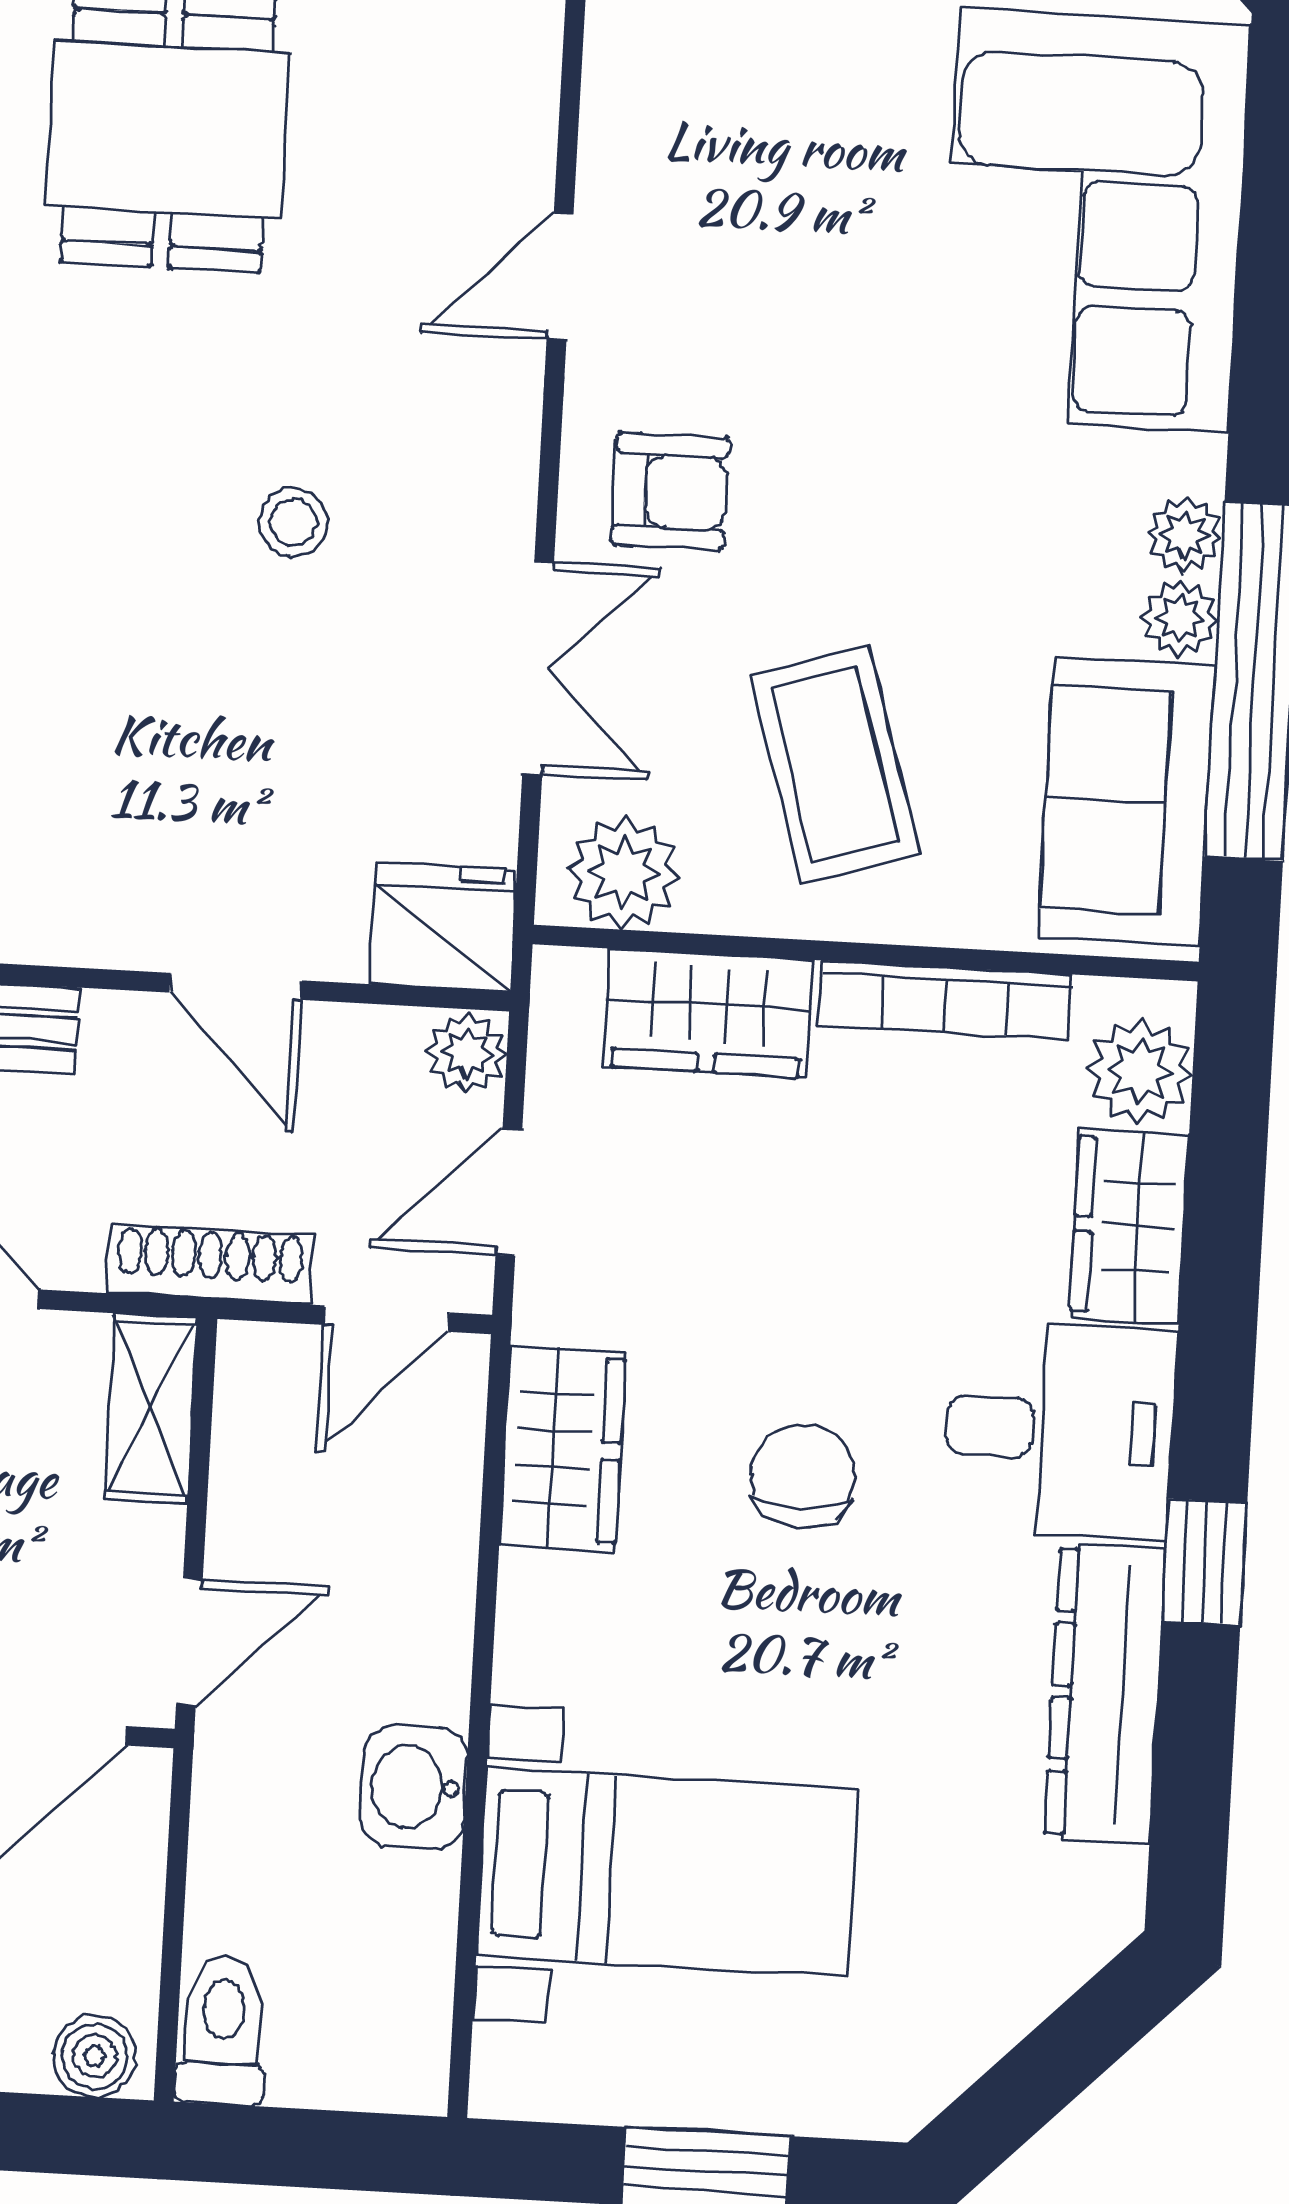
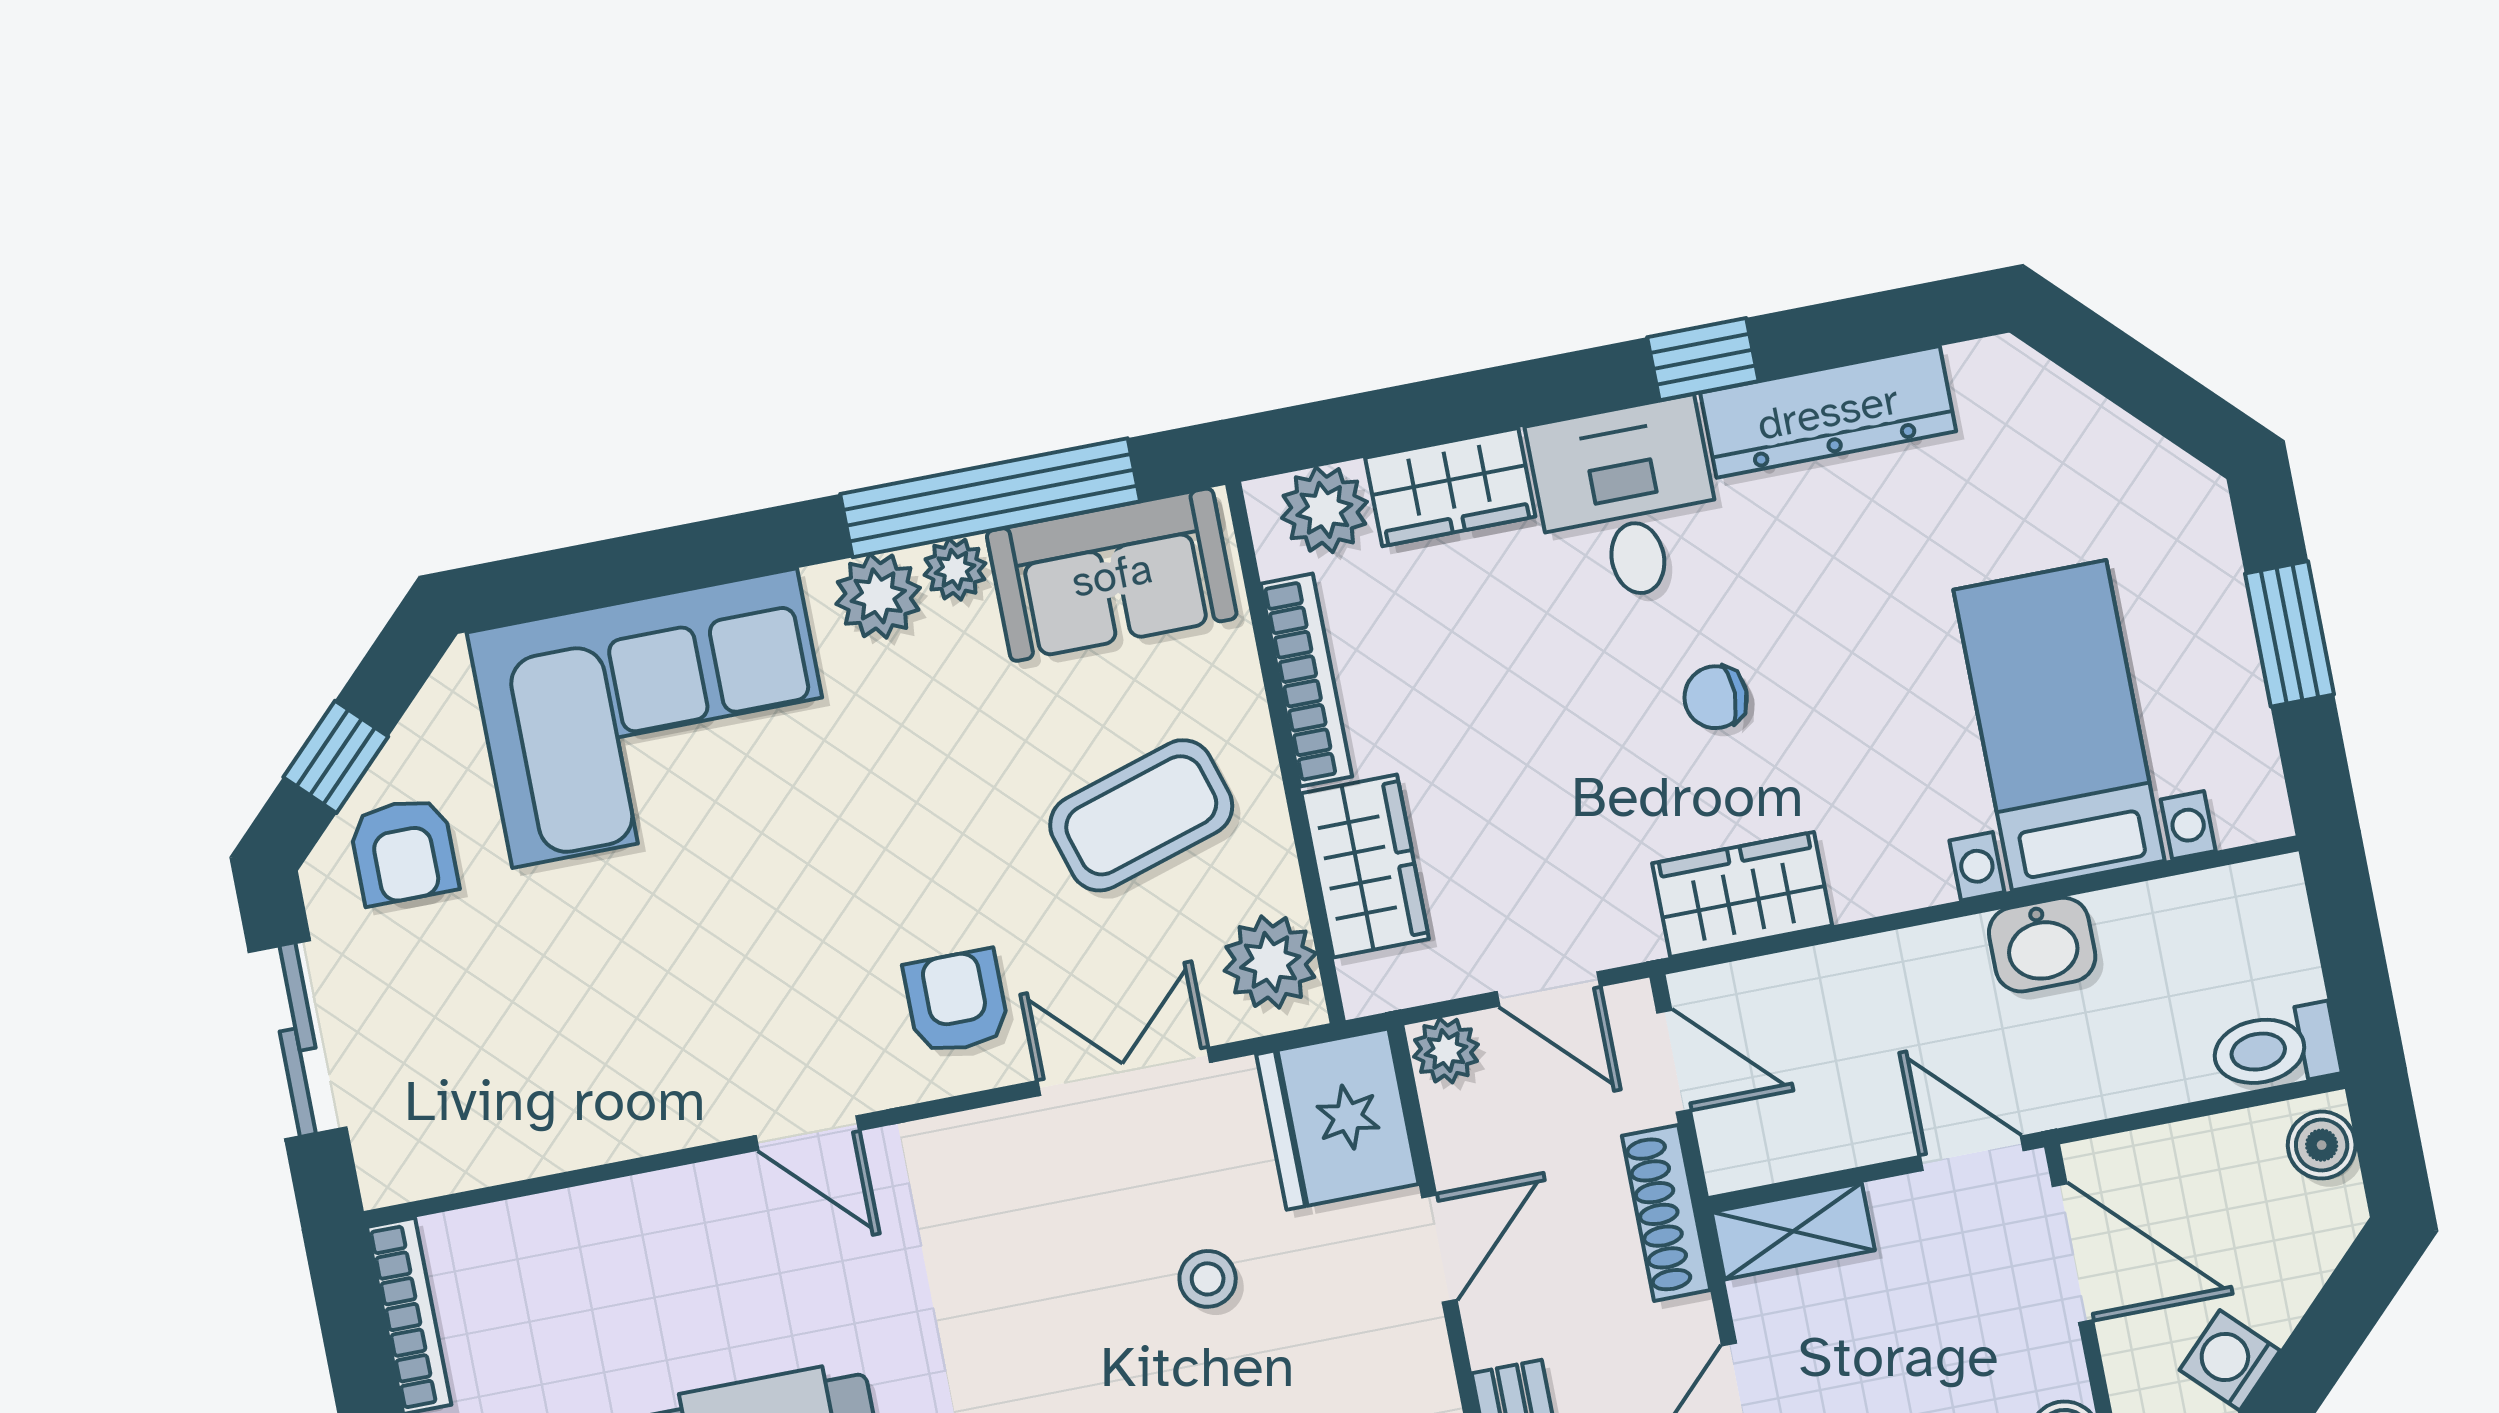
stool: (293, 522) -> (1208, 1279), moved
plant: (1185, 535) -> (878, 596), width x1.38, depth x1.38
fridge: (443, 927) -> (1337, 1119), width x1.36, depth x1.34
chair: (803, 1476) -> (1716, 697), width x0.73, depth x0.73

